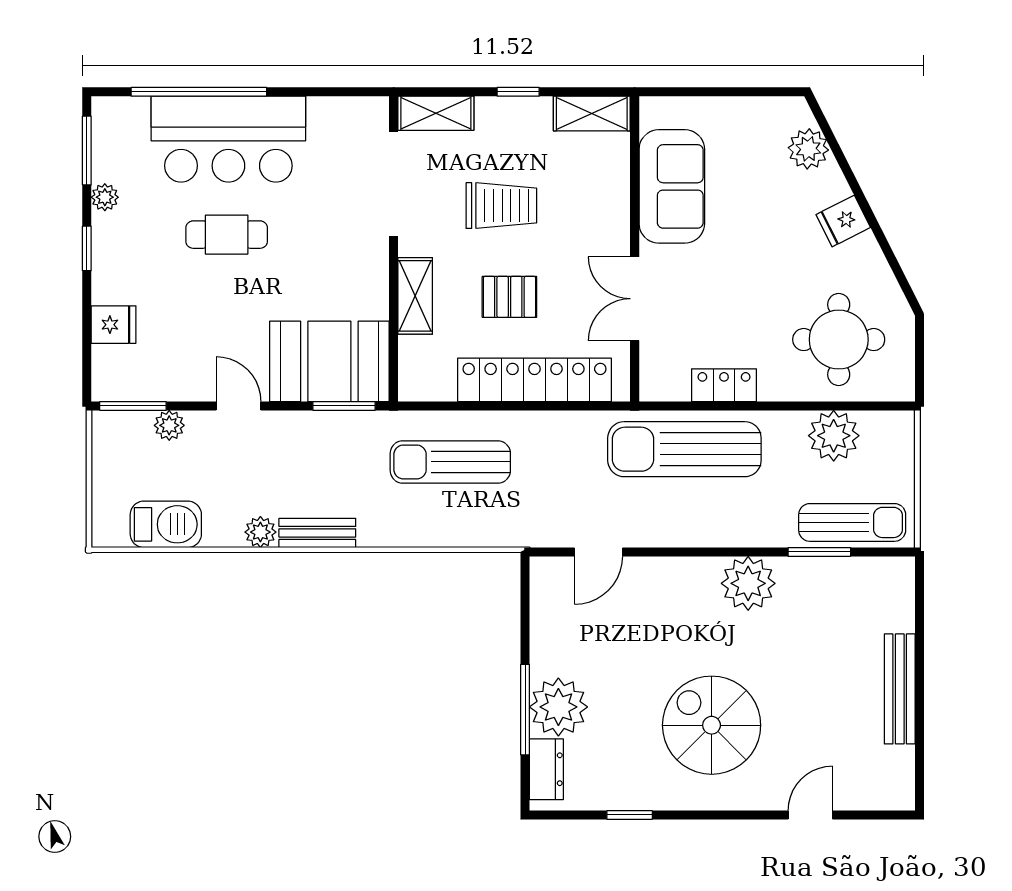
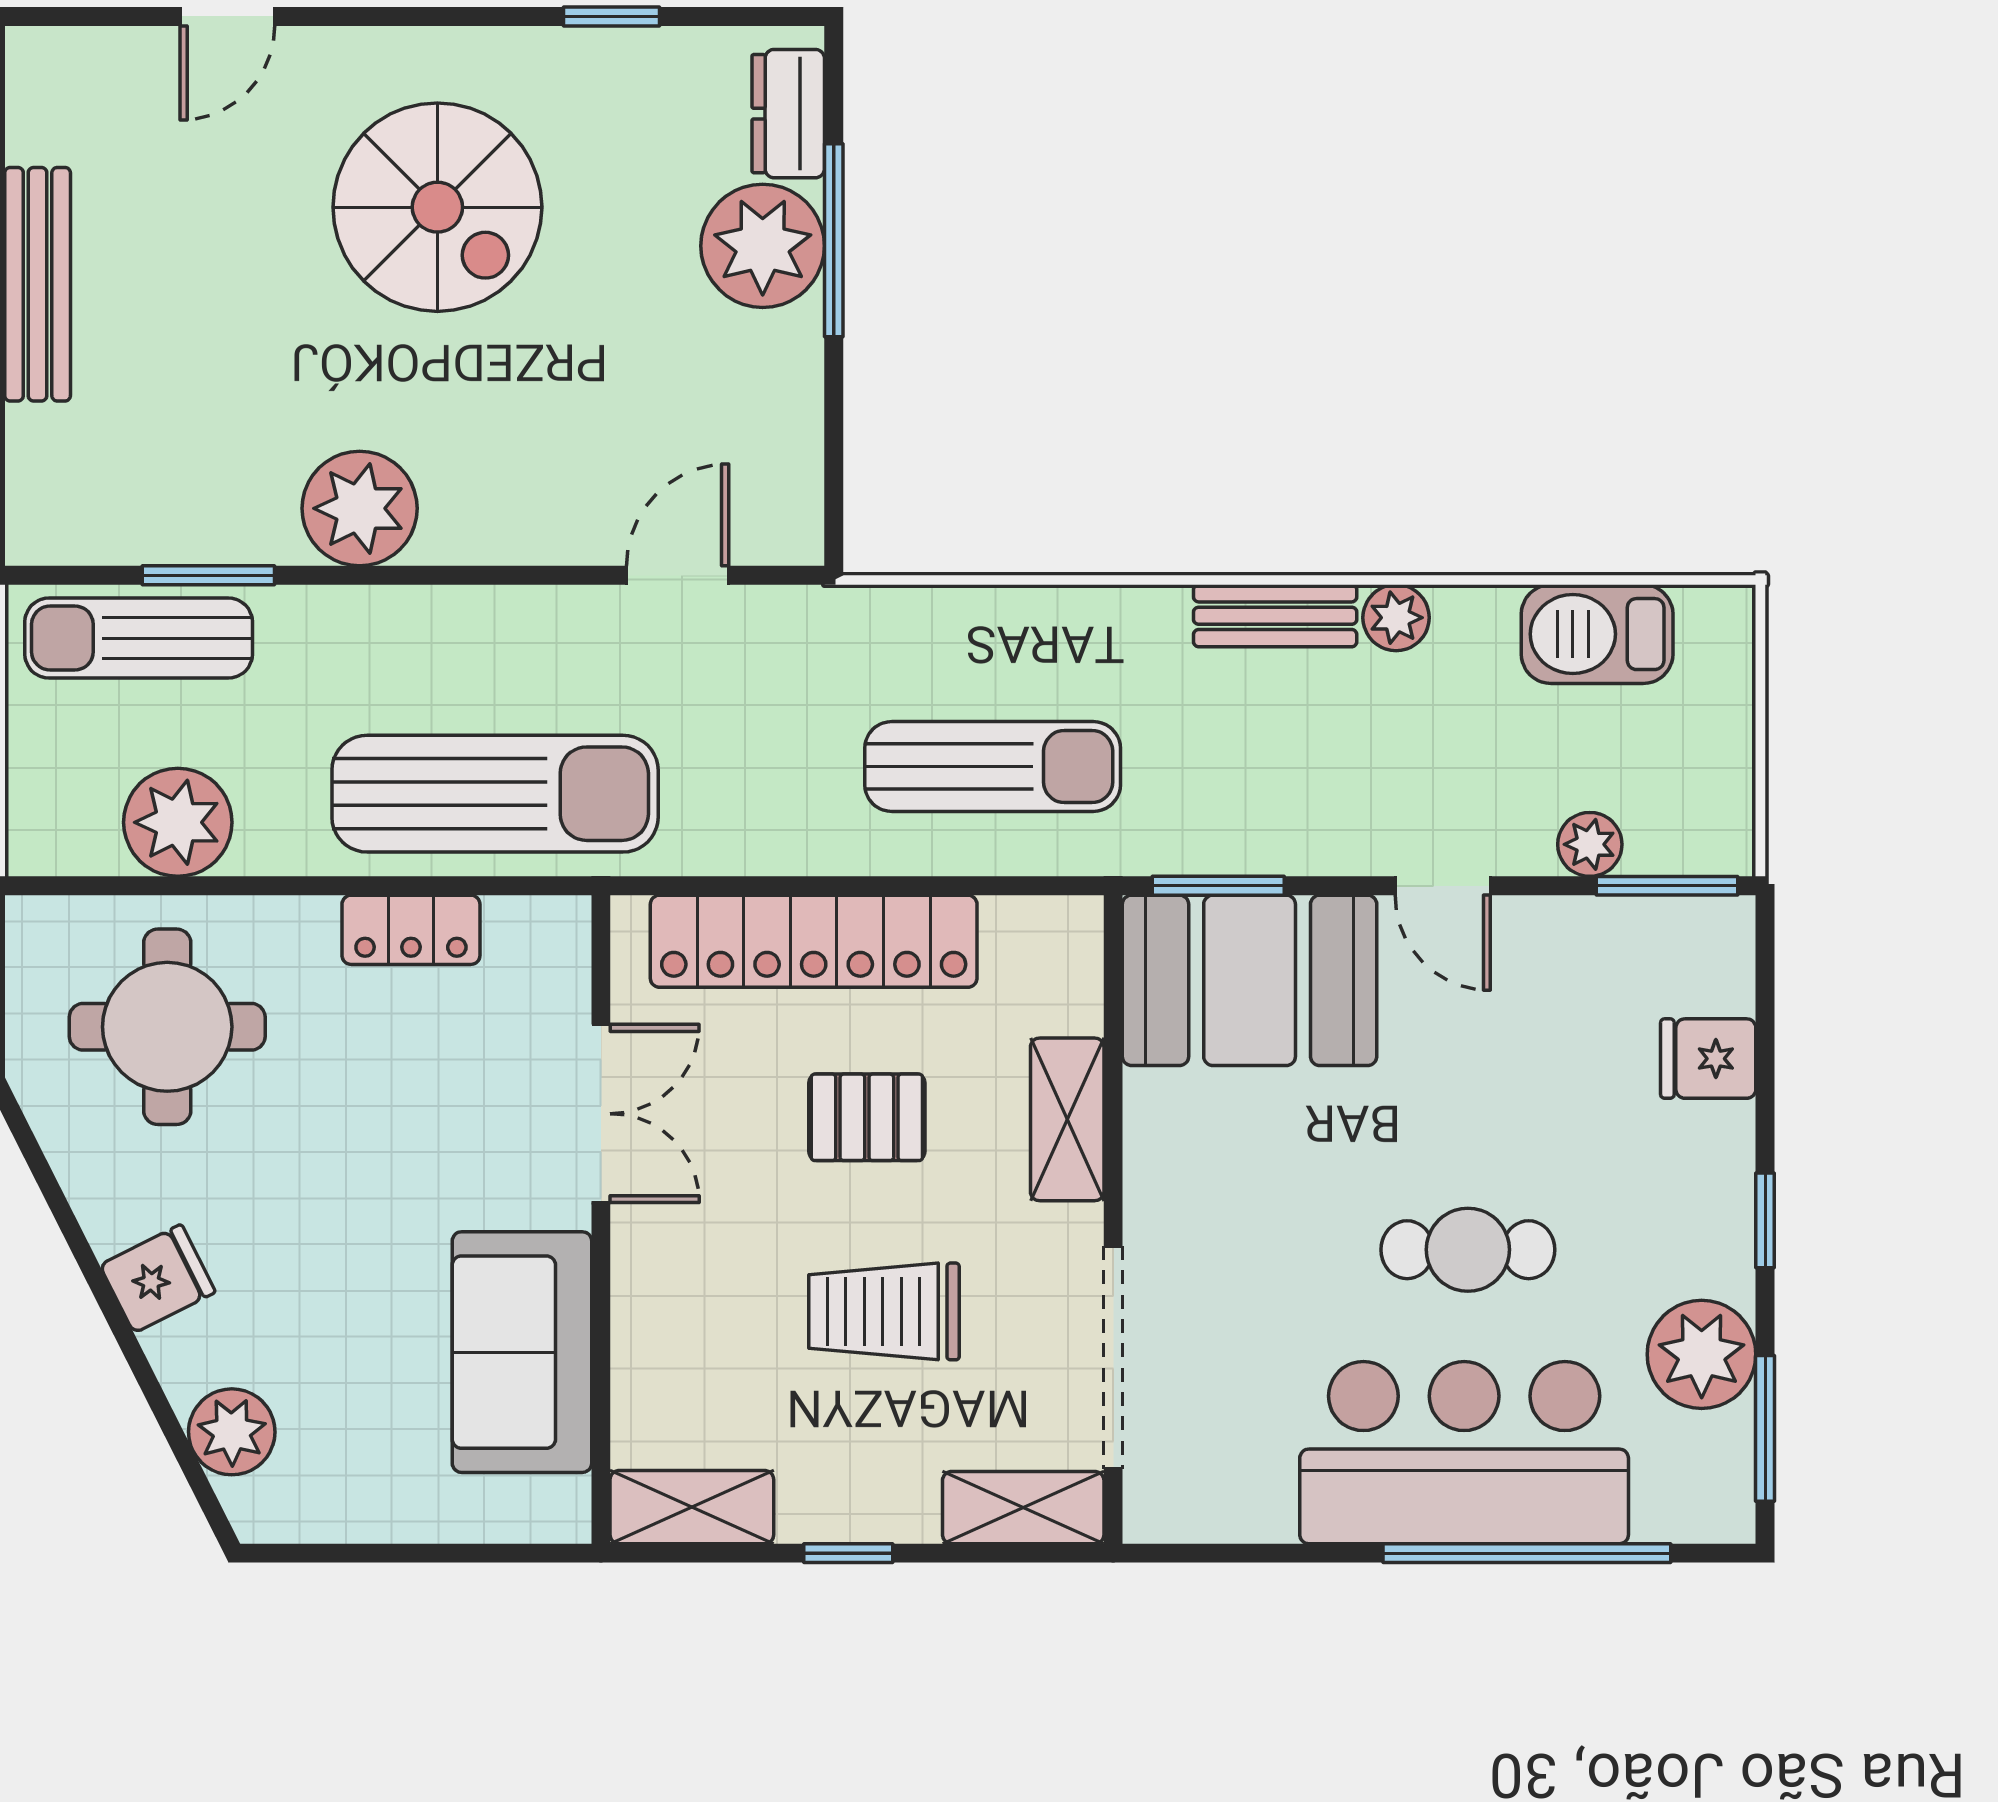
plant: (105, 197) -> (1702, 1354), width x1.88, depth x1.88

